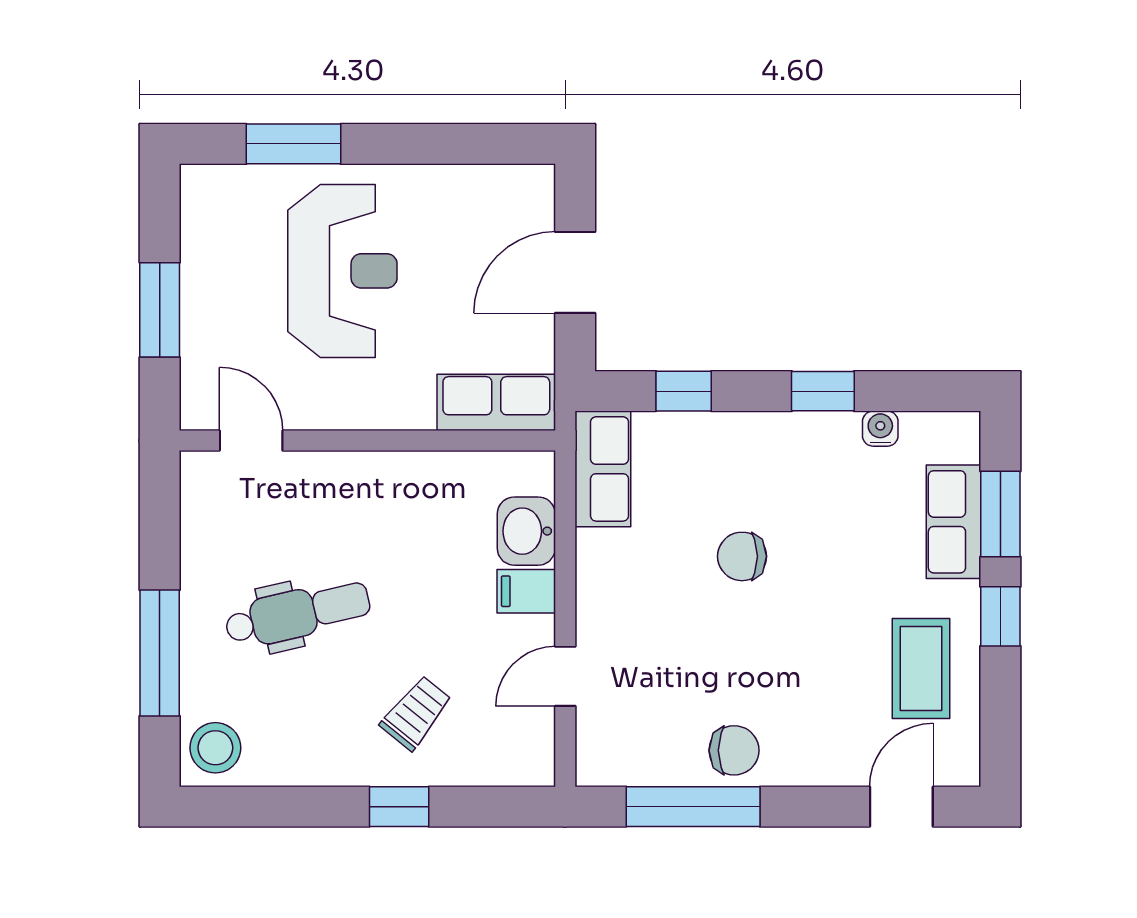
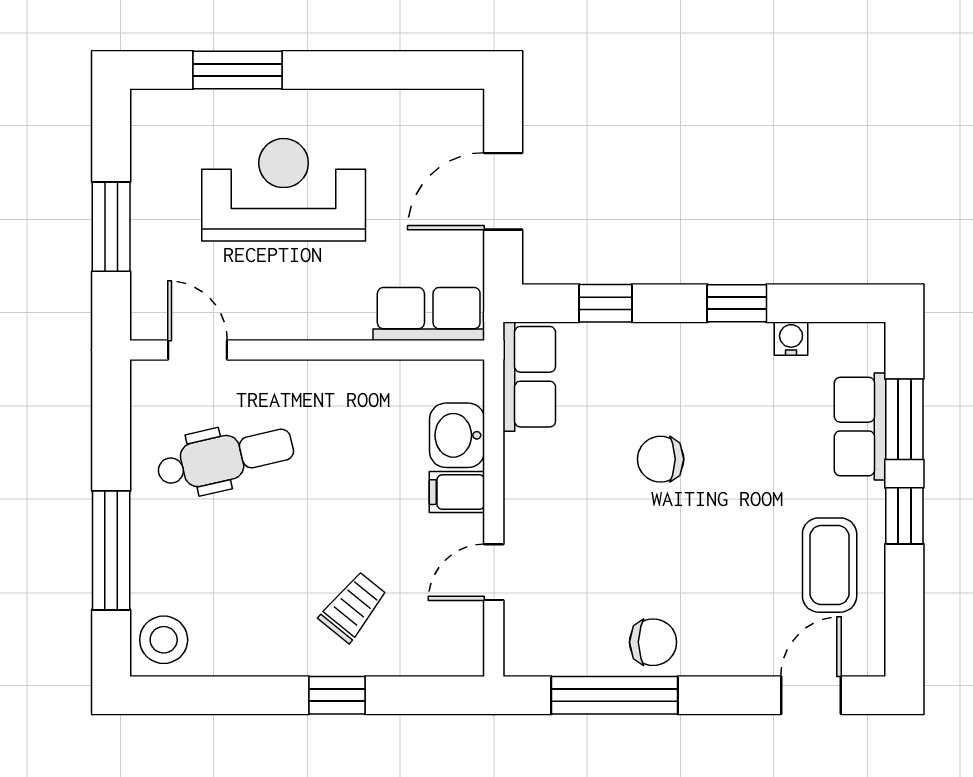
reception desk: (342, 271) -> (284, 190), turned -90
dental chair: (298, 614) -> (225, 458), moved

